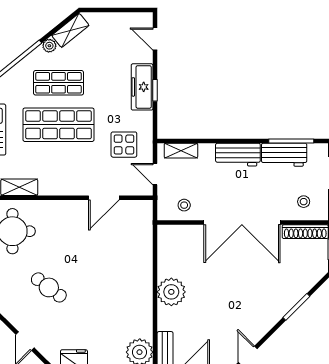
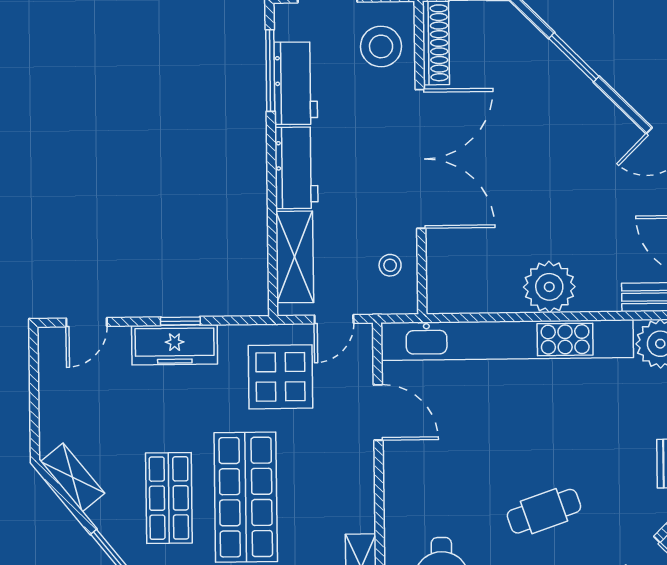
plant: (49, 46) -> (101, 516), removed
display table: (124, 145) -> (280, 377), width x1.36, depth x1.36
shelving: (181, 151) -> (295, 257), width x1.50, depth x1.33
stool: (304, 202) -> (381, 46), width x1.89, depth x1.89
kitchen unit: (142, 269) -> (507, 340), added
cafe table: (49, 287) -> (544, 511), turned 34

